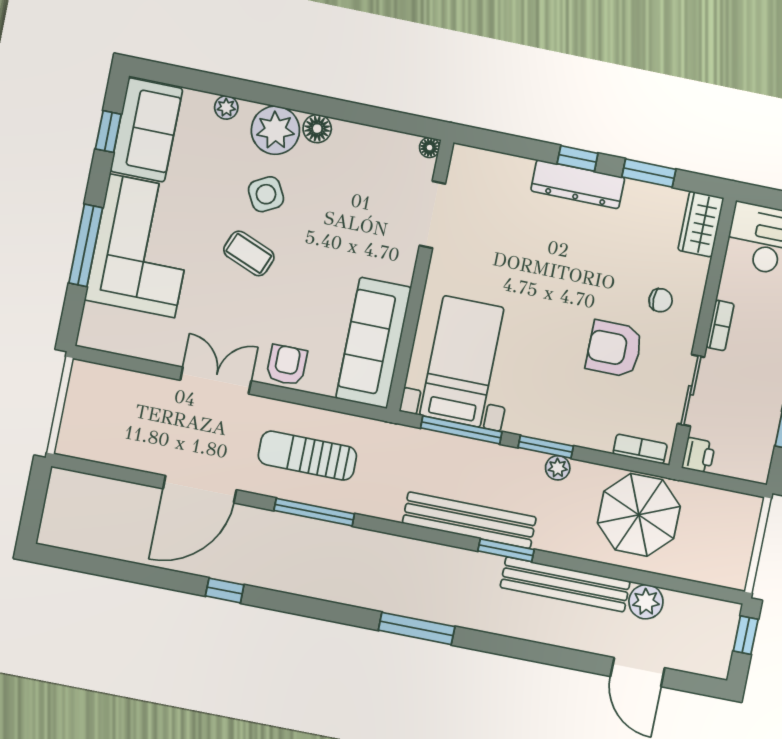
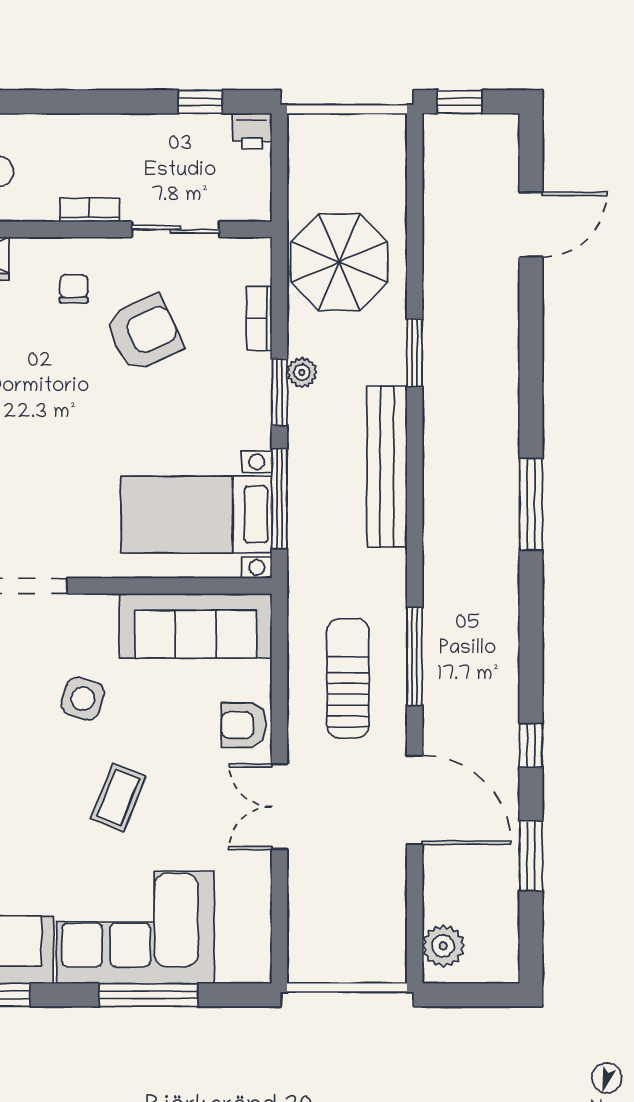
side table: (266, 194) -> (83, 699), moved, turned 45
armchair: (614, 349) -> (144, 333), turned -115
bookcase: (640, 449) -> (259, 318), moved
printer: (699, 455) -> (252, 131), moved, turned 180
sun lounger: (307, 456) -> (348, 678), turned 180
window: (506, 550) -> (415, 353), moved
window: (136, 573) -> (531, 856), added
bench: (565, 584) -> (442, 335), removed
plant: (646, 602) -> (443, 946), moved

